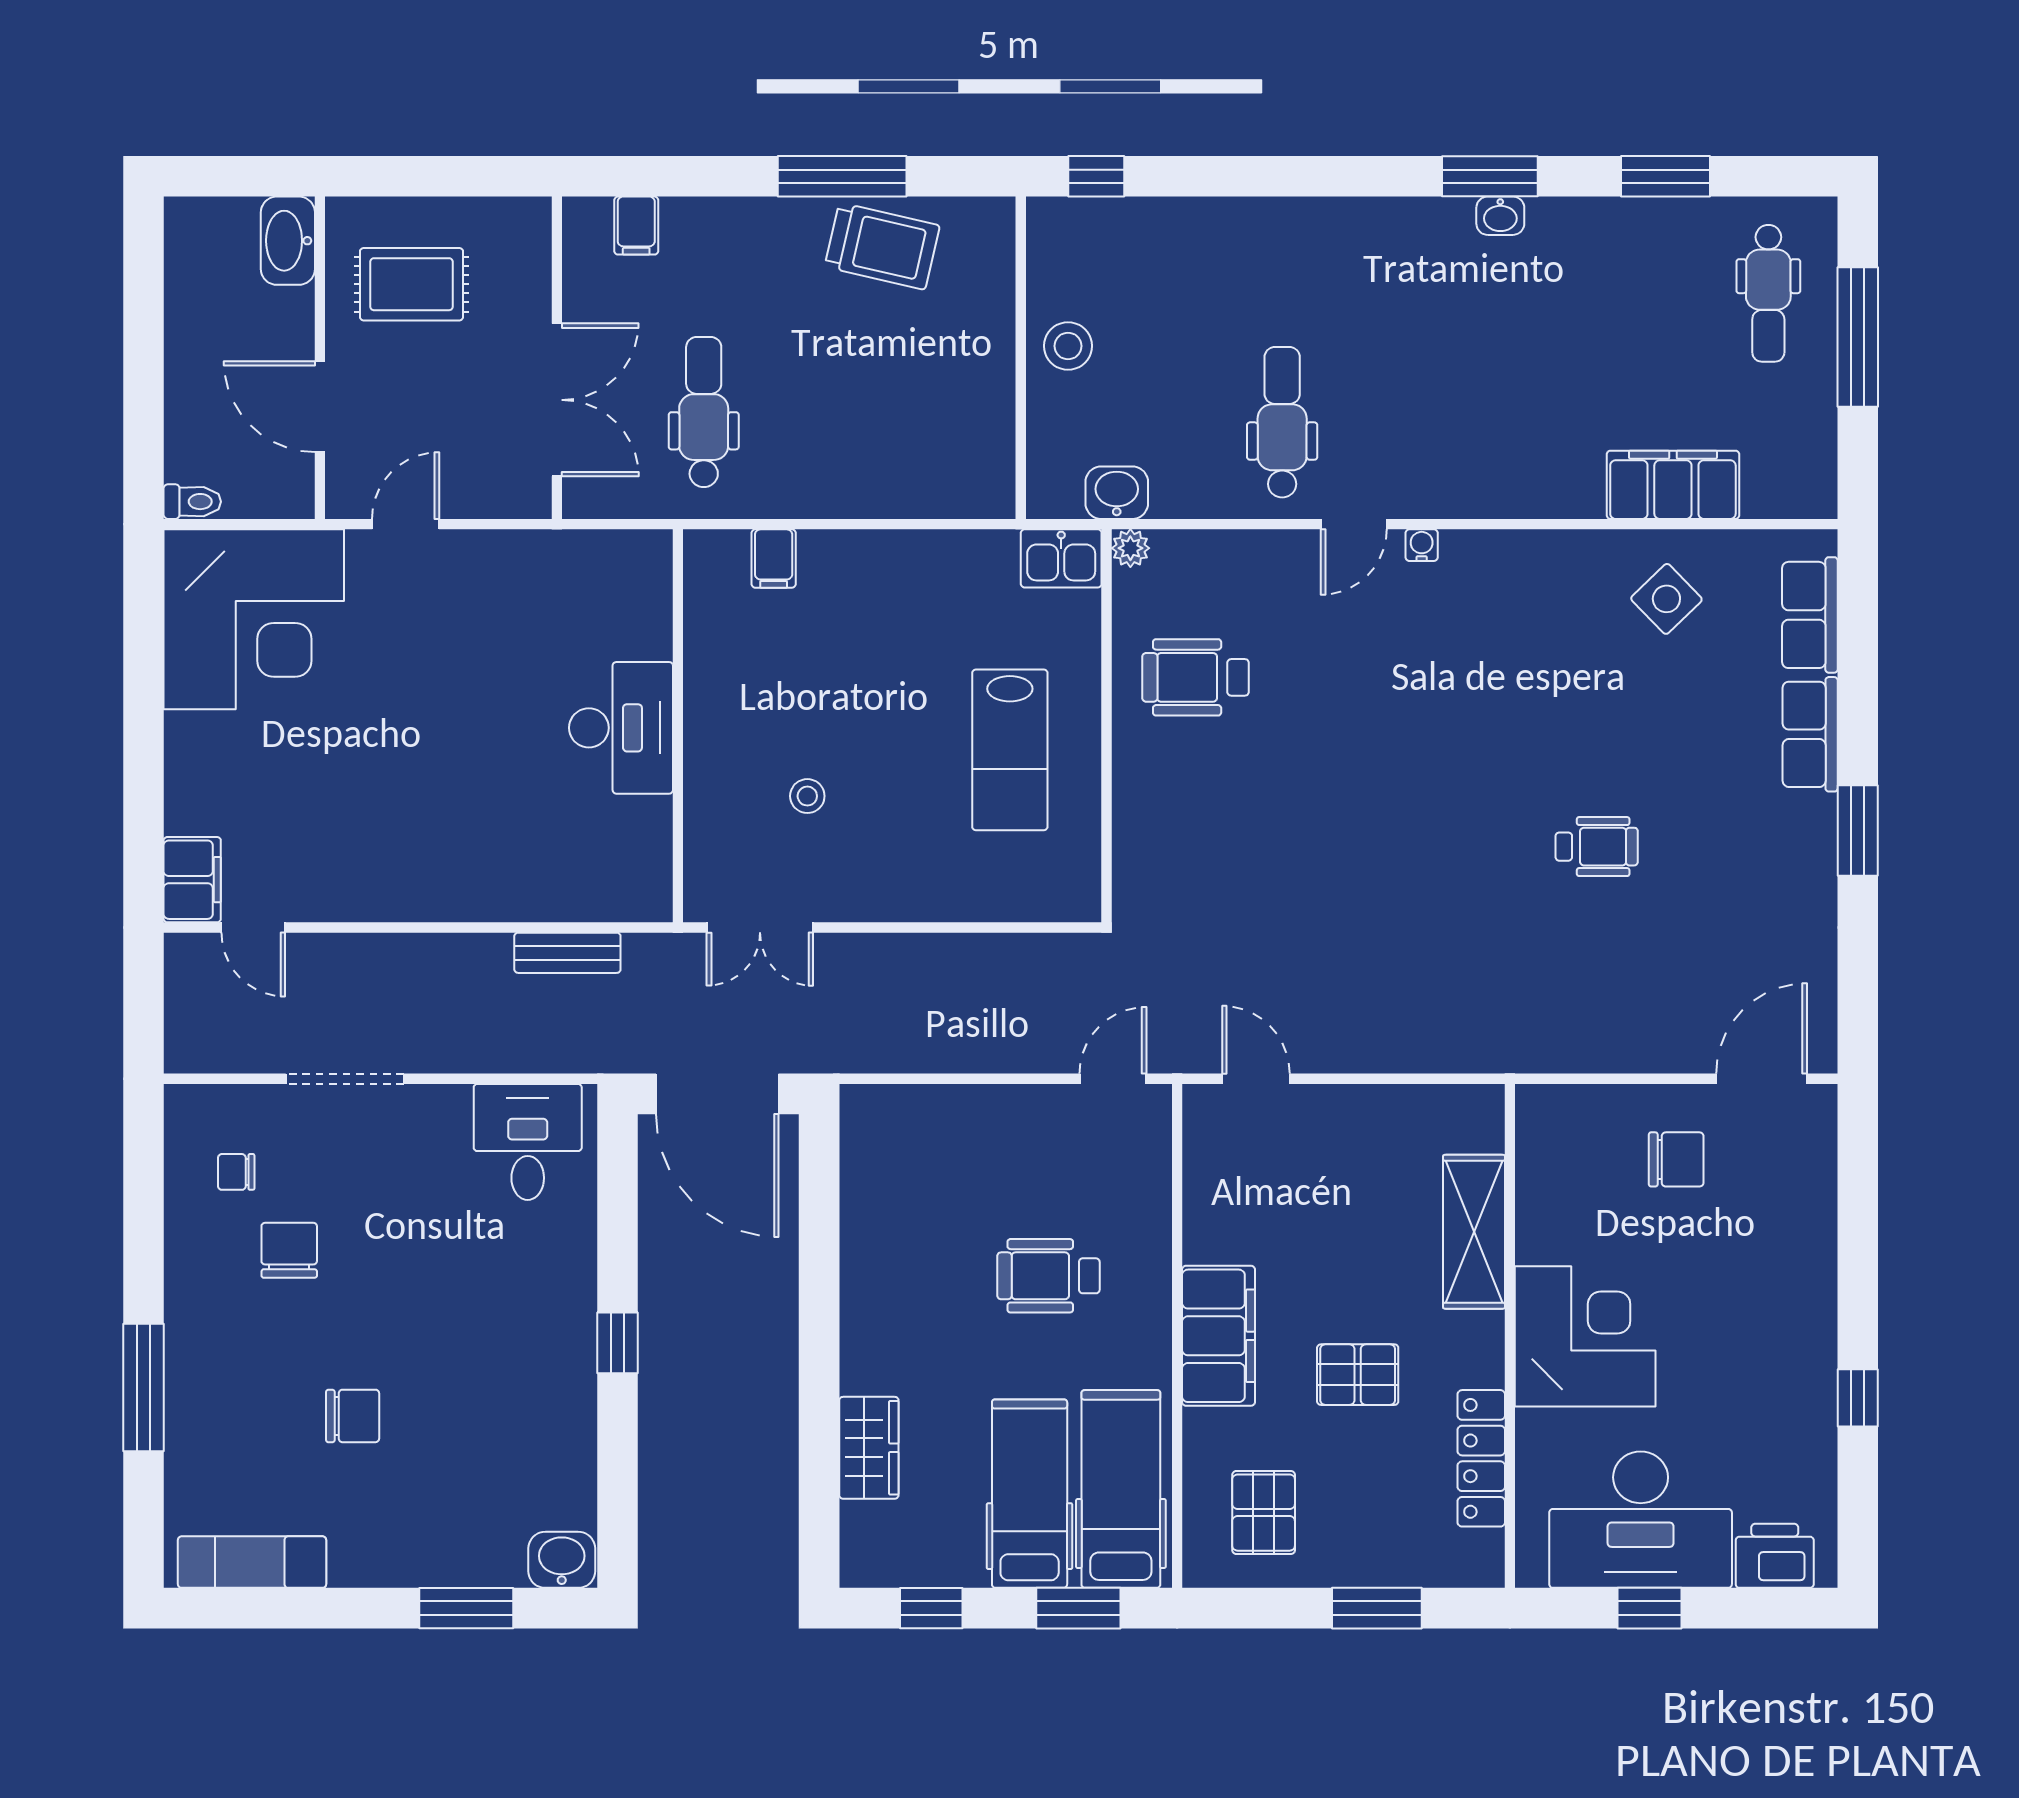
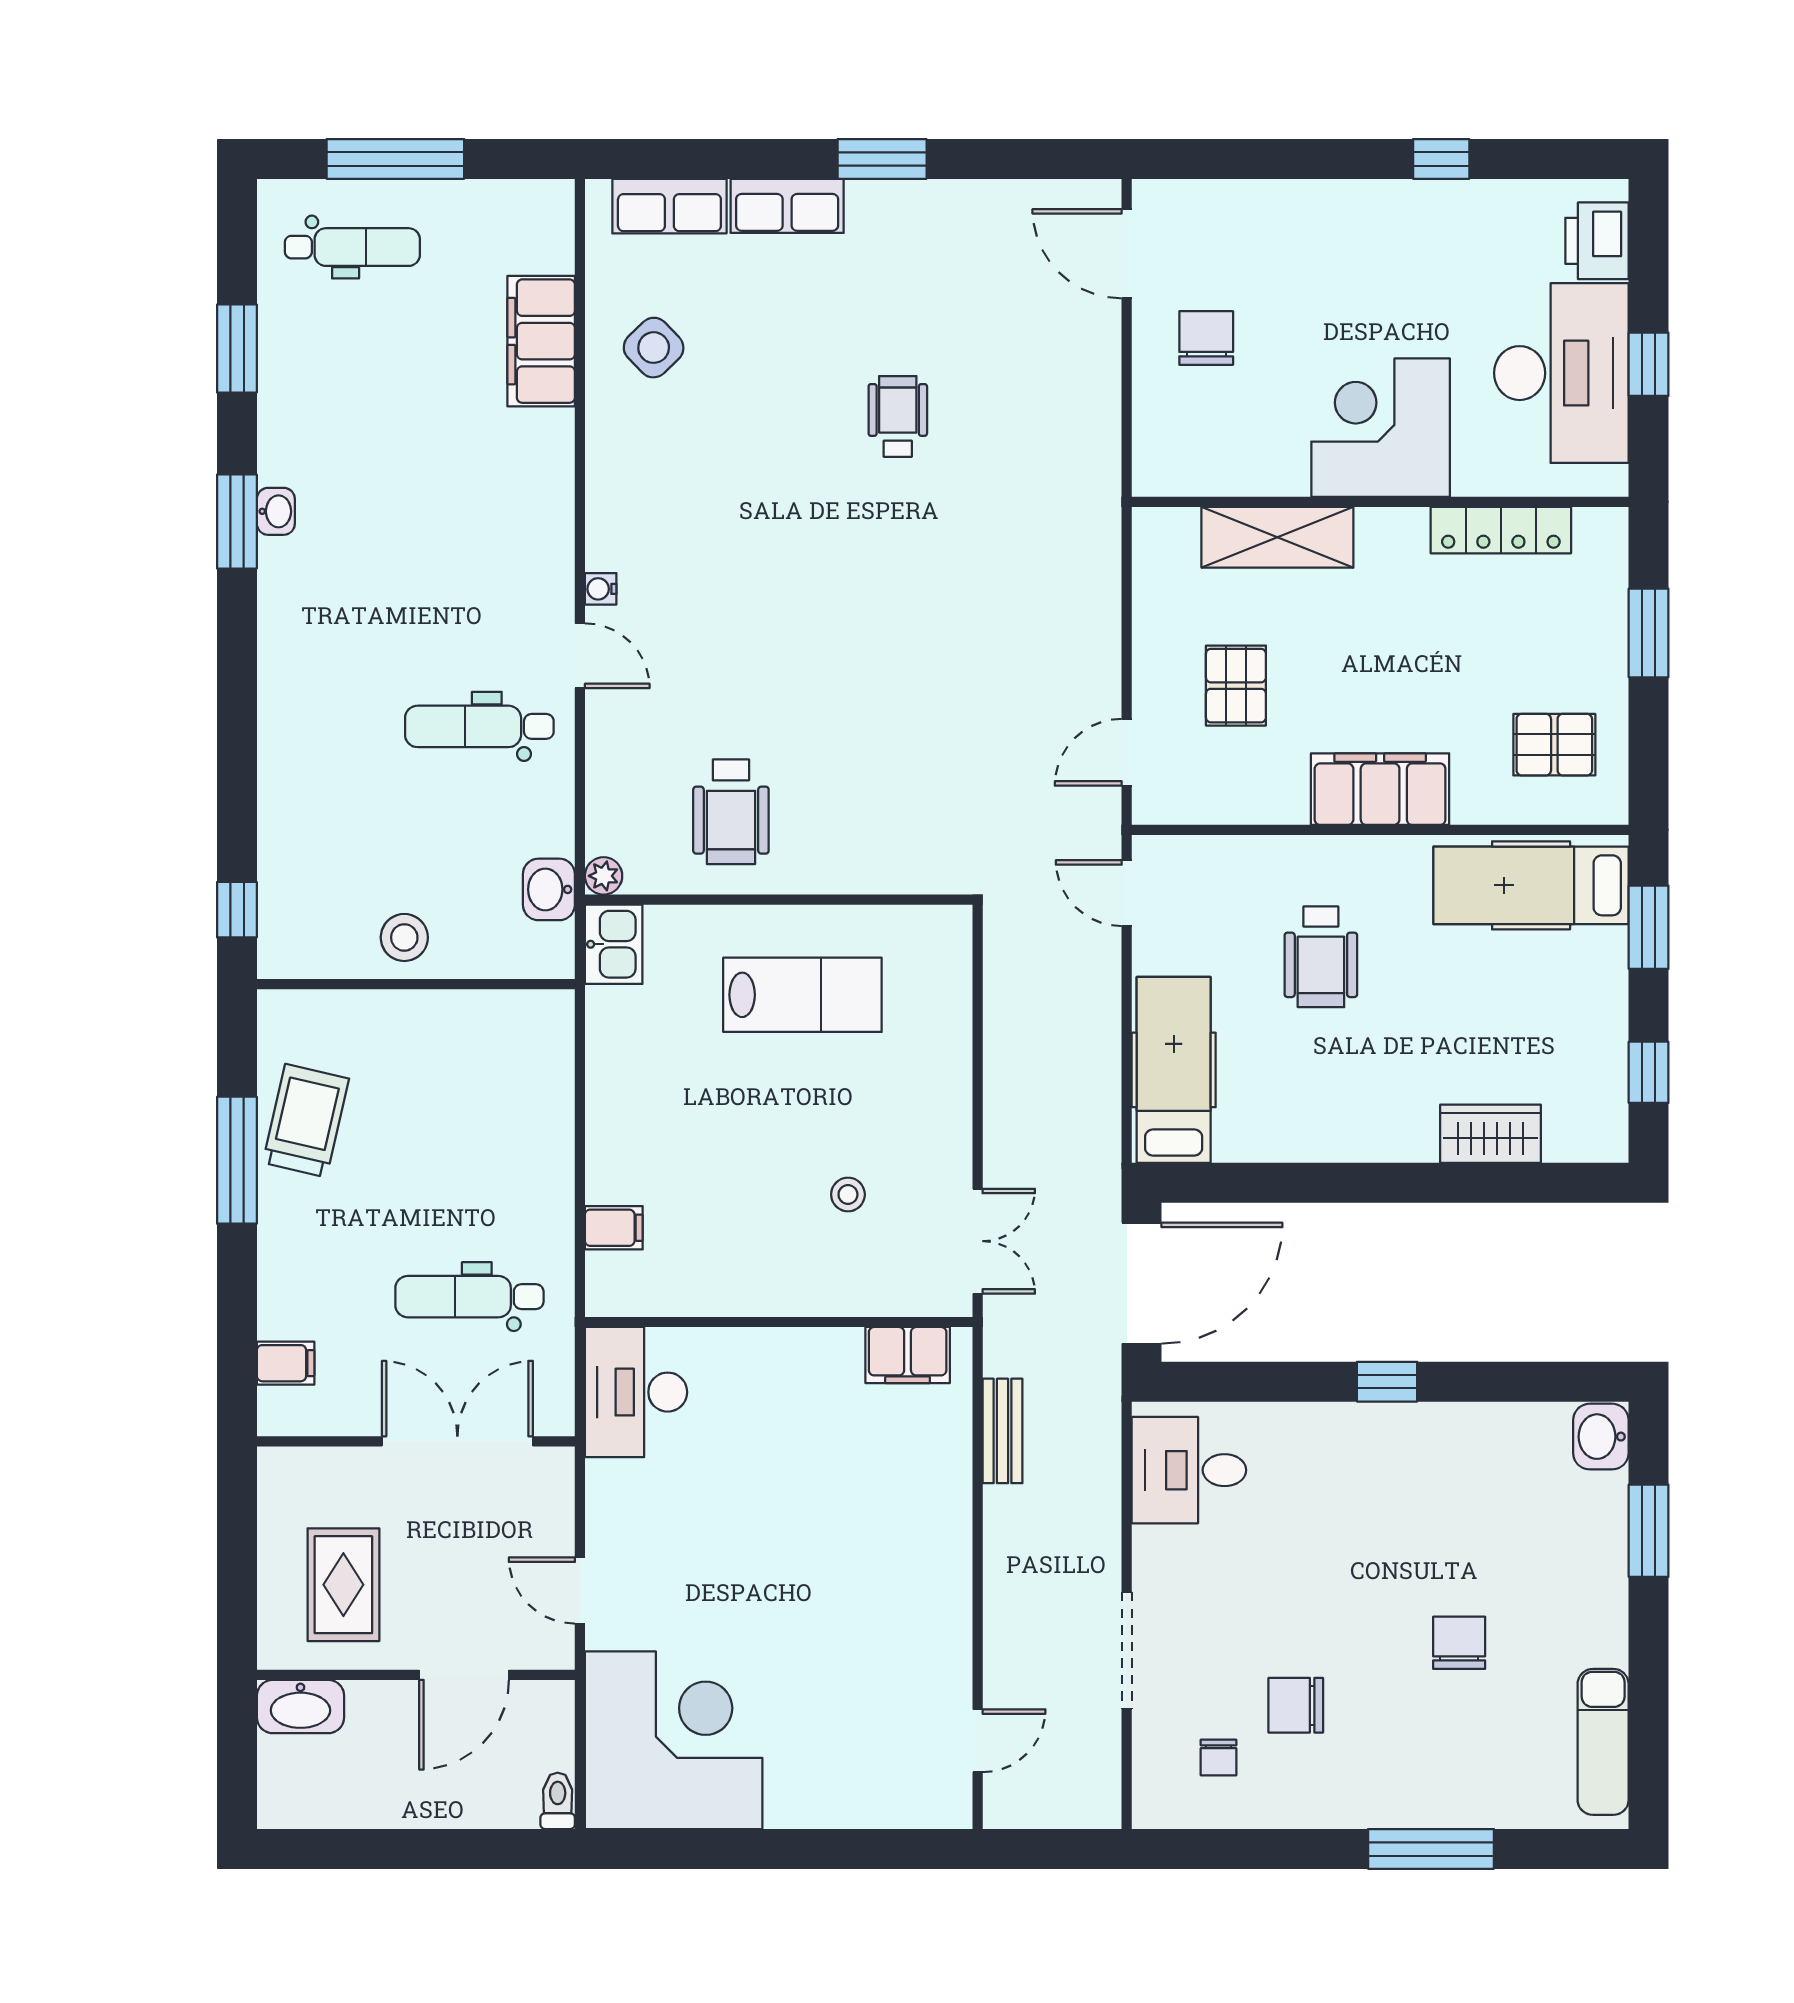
desk: (621, 728) -> (636, 1392), moved, turned -90
filing cabinet: (192, 880) -> (908, 1355), moved, turned 180
pallet: (1358, 1375) -> (1236, 686), moved
hospital bed: (1030, 1494) -> (1174, 1070), moved, turned 90

